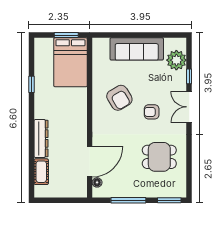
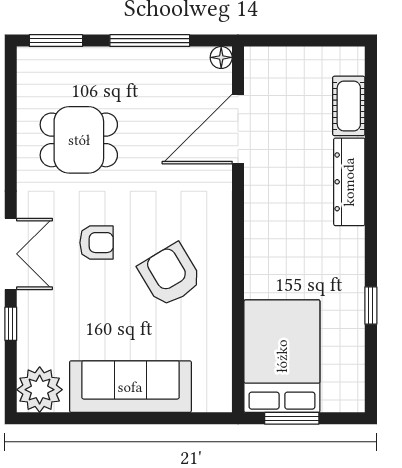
plant: (176, 60) -> (40, 390), moved
floor lamp: (97, 182) -> (221, 57), moved

